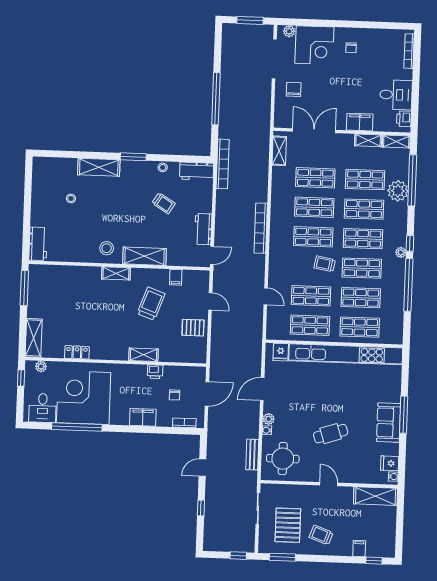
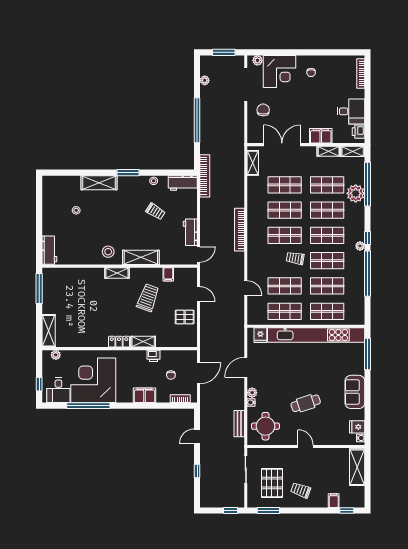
plant: (227, 52) -> (205, 80), added
locker: (77, 352) -> (119, 342), moved
window: (21, 378) -> (39, 384), moved
window: (404, 415) -> (368, 354), moved
shelving: (376, 496) -> (357, 467), moved, turned 90

